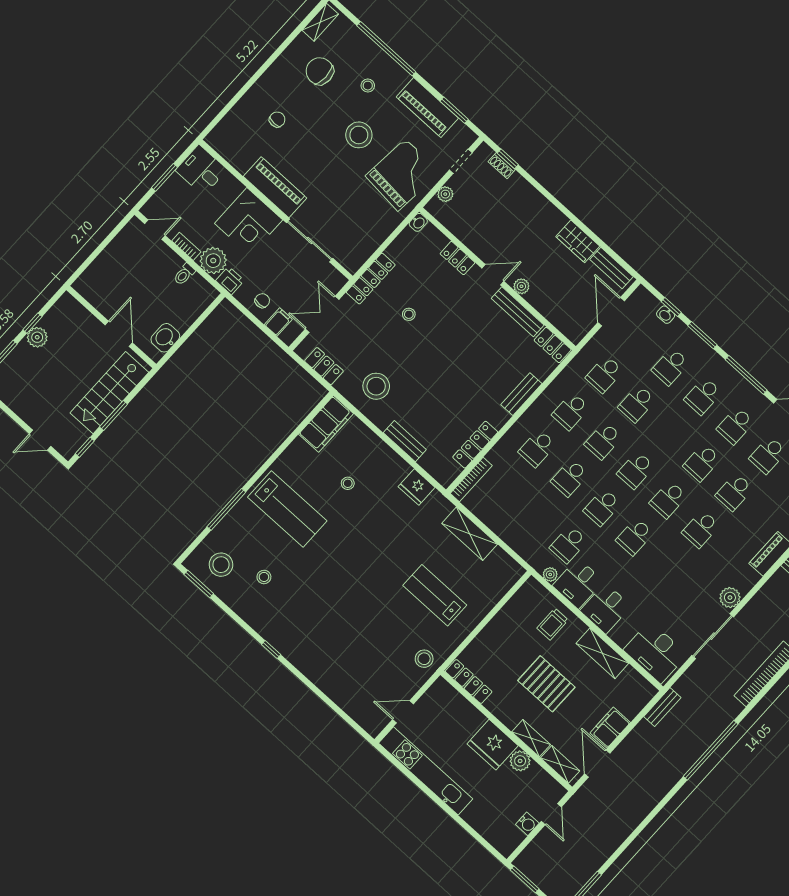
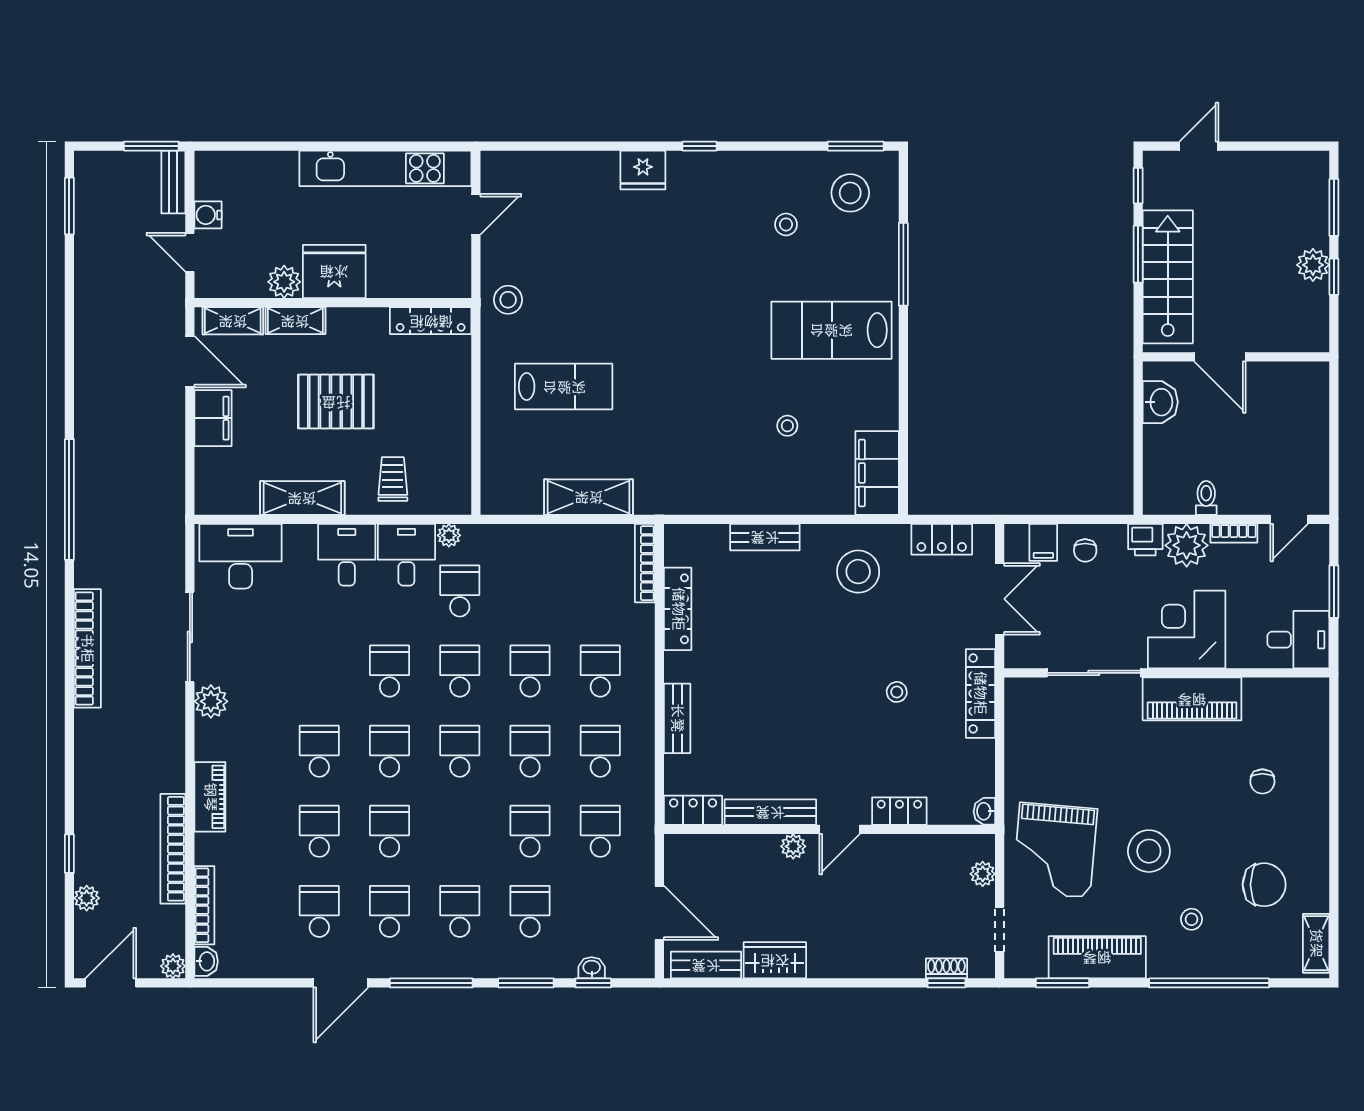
fridge: (417, 487) -> (643, 170), moved, turned 180
bench: (662, 707) -> (173, 182), moved

